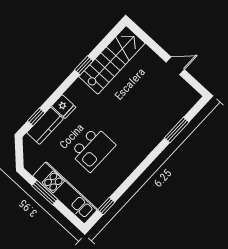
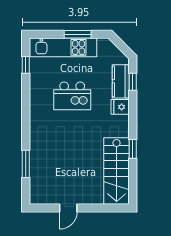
kitchen island: (93, 149) -> (72, 96), turned -90

